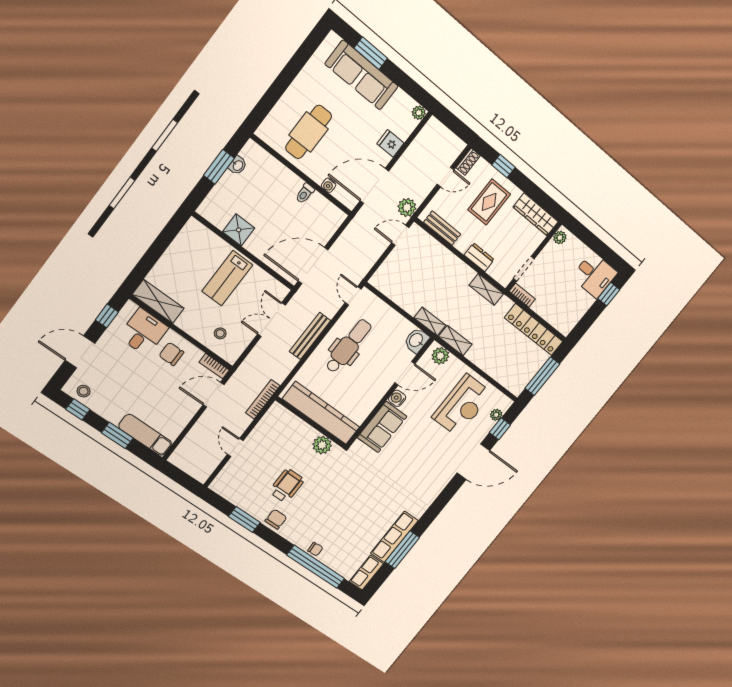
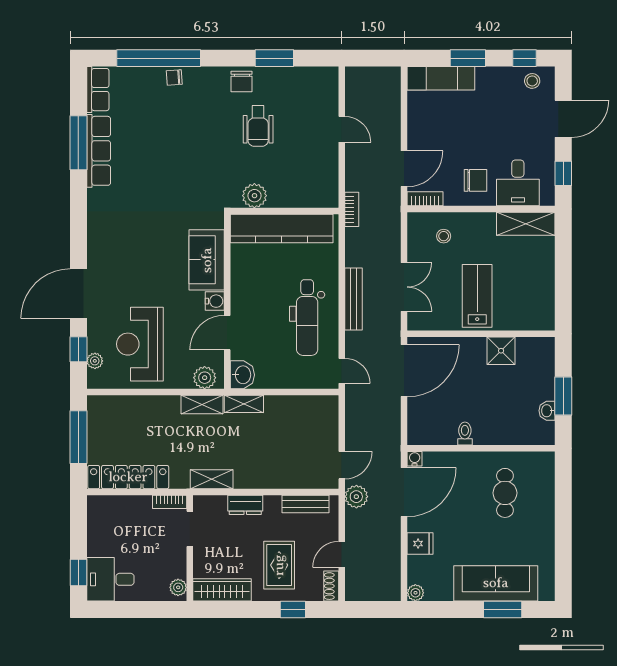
cafe table: (309, 132) -> (505, 493), width x0.73, depth x0.74
water cooler: (329, 185) -> (415, 459), moved
bookcase: (263, 399) -> (352, 209), width x0.64

